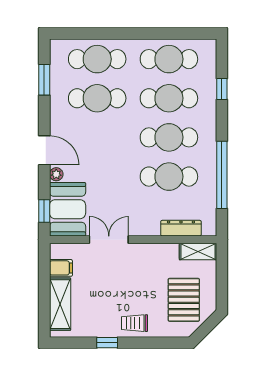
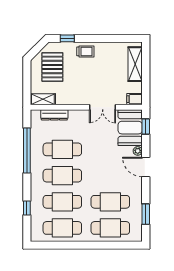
filing cabinet: (61, 268) -> (135, 99), moved
window: (107, 343) -> (67, 38), moved

